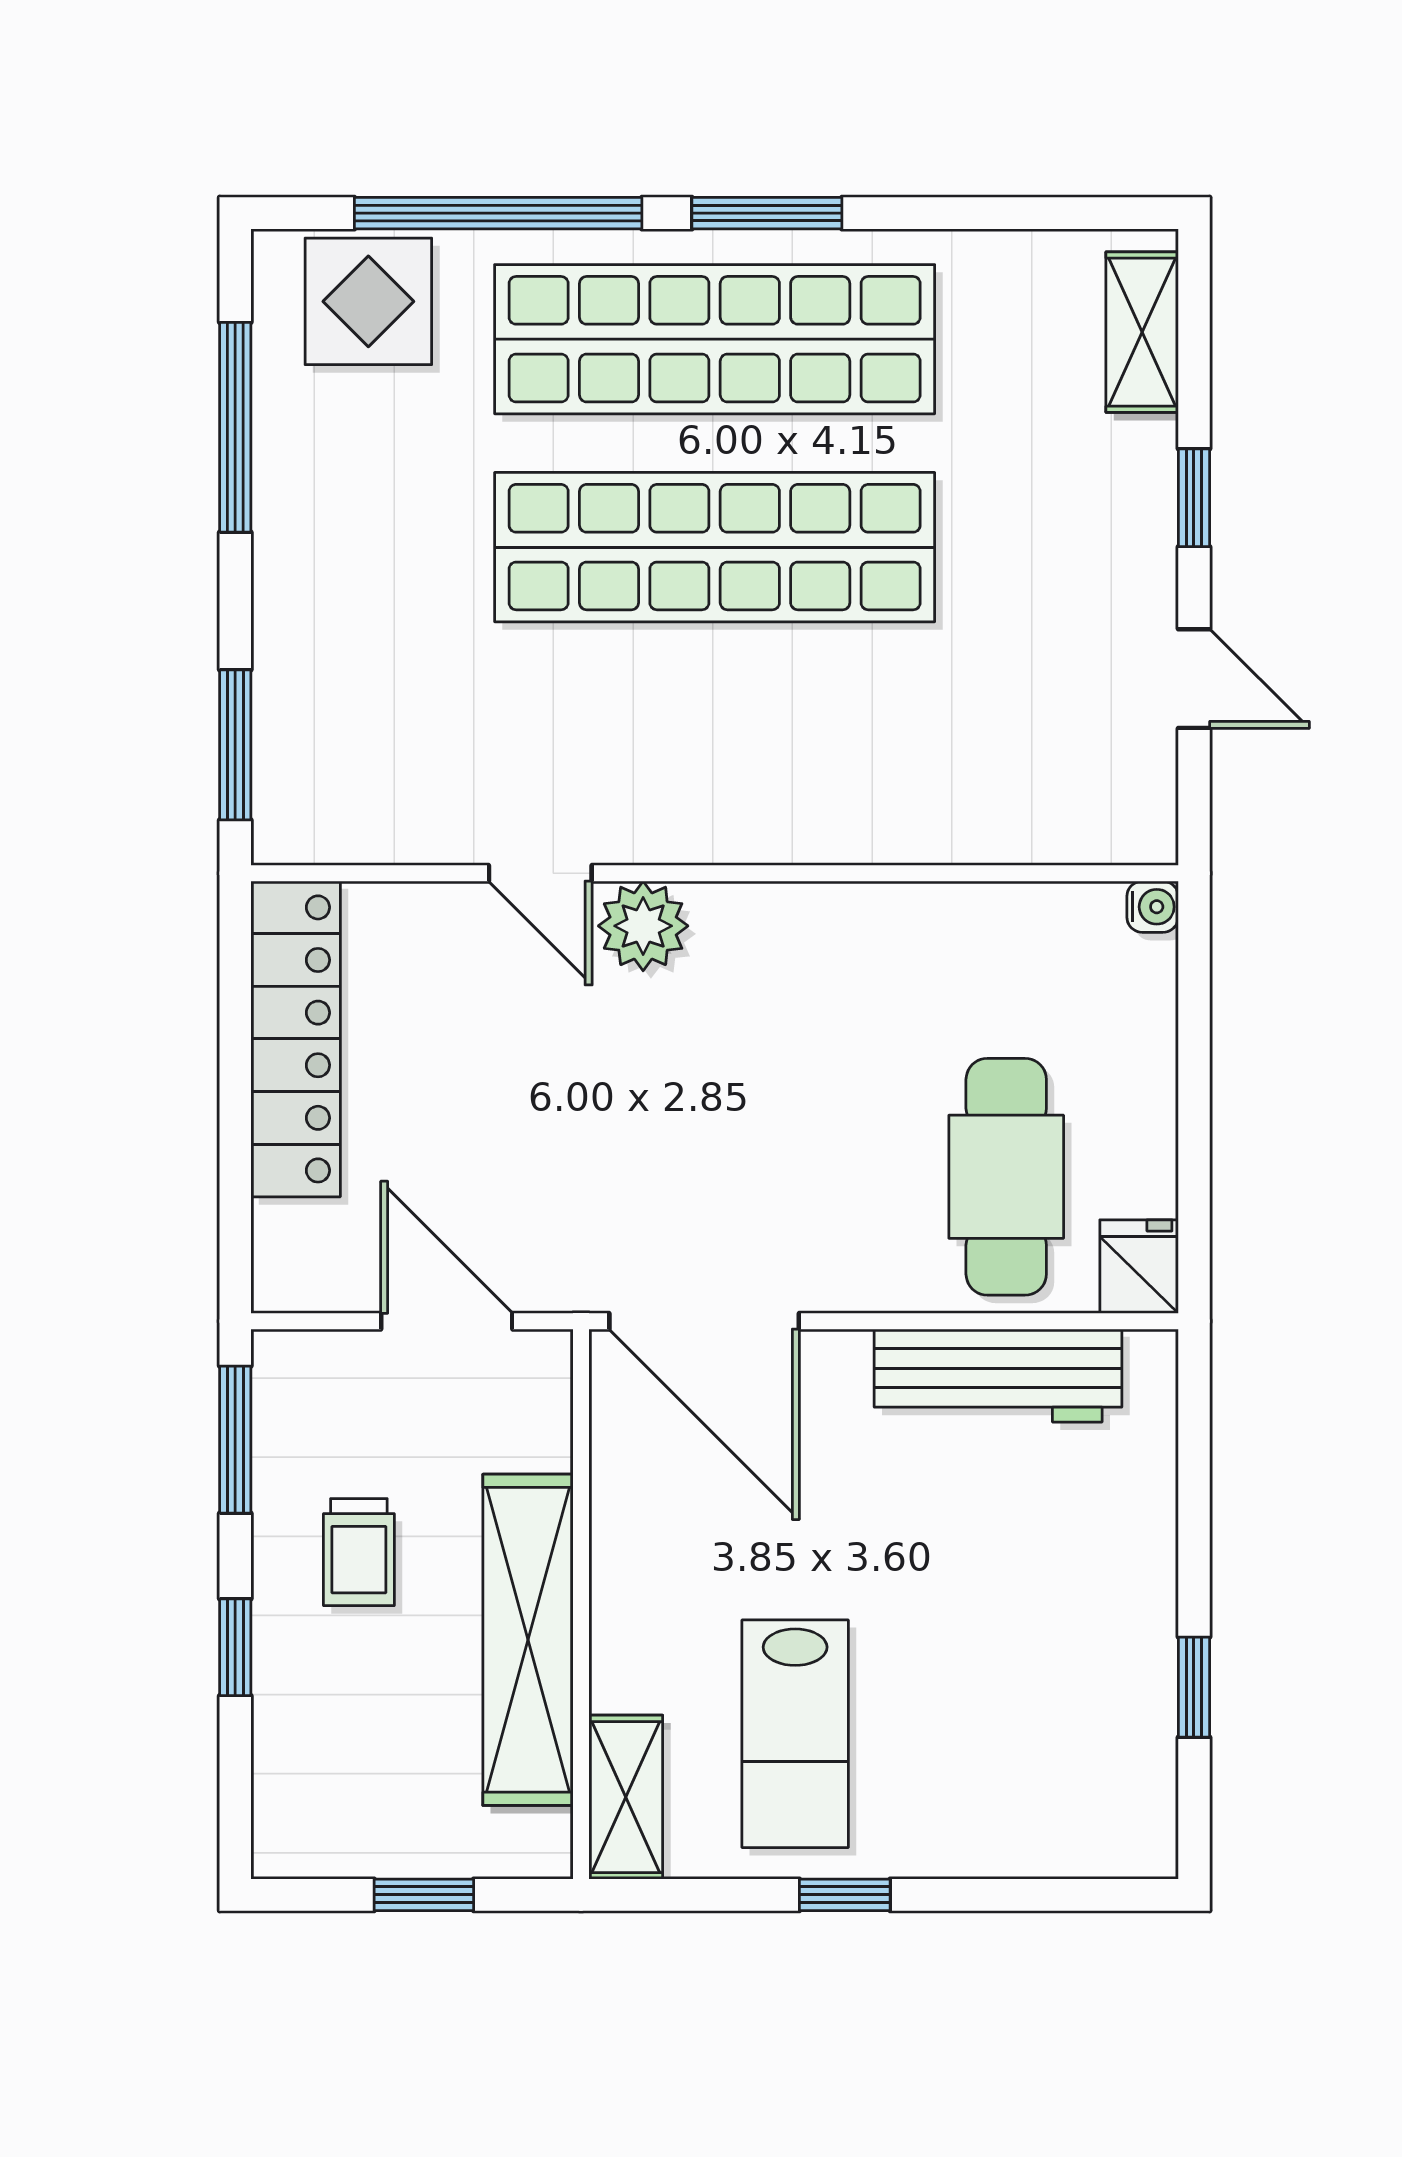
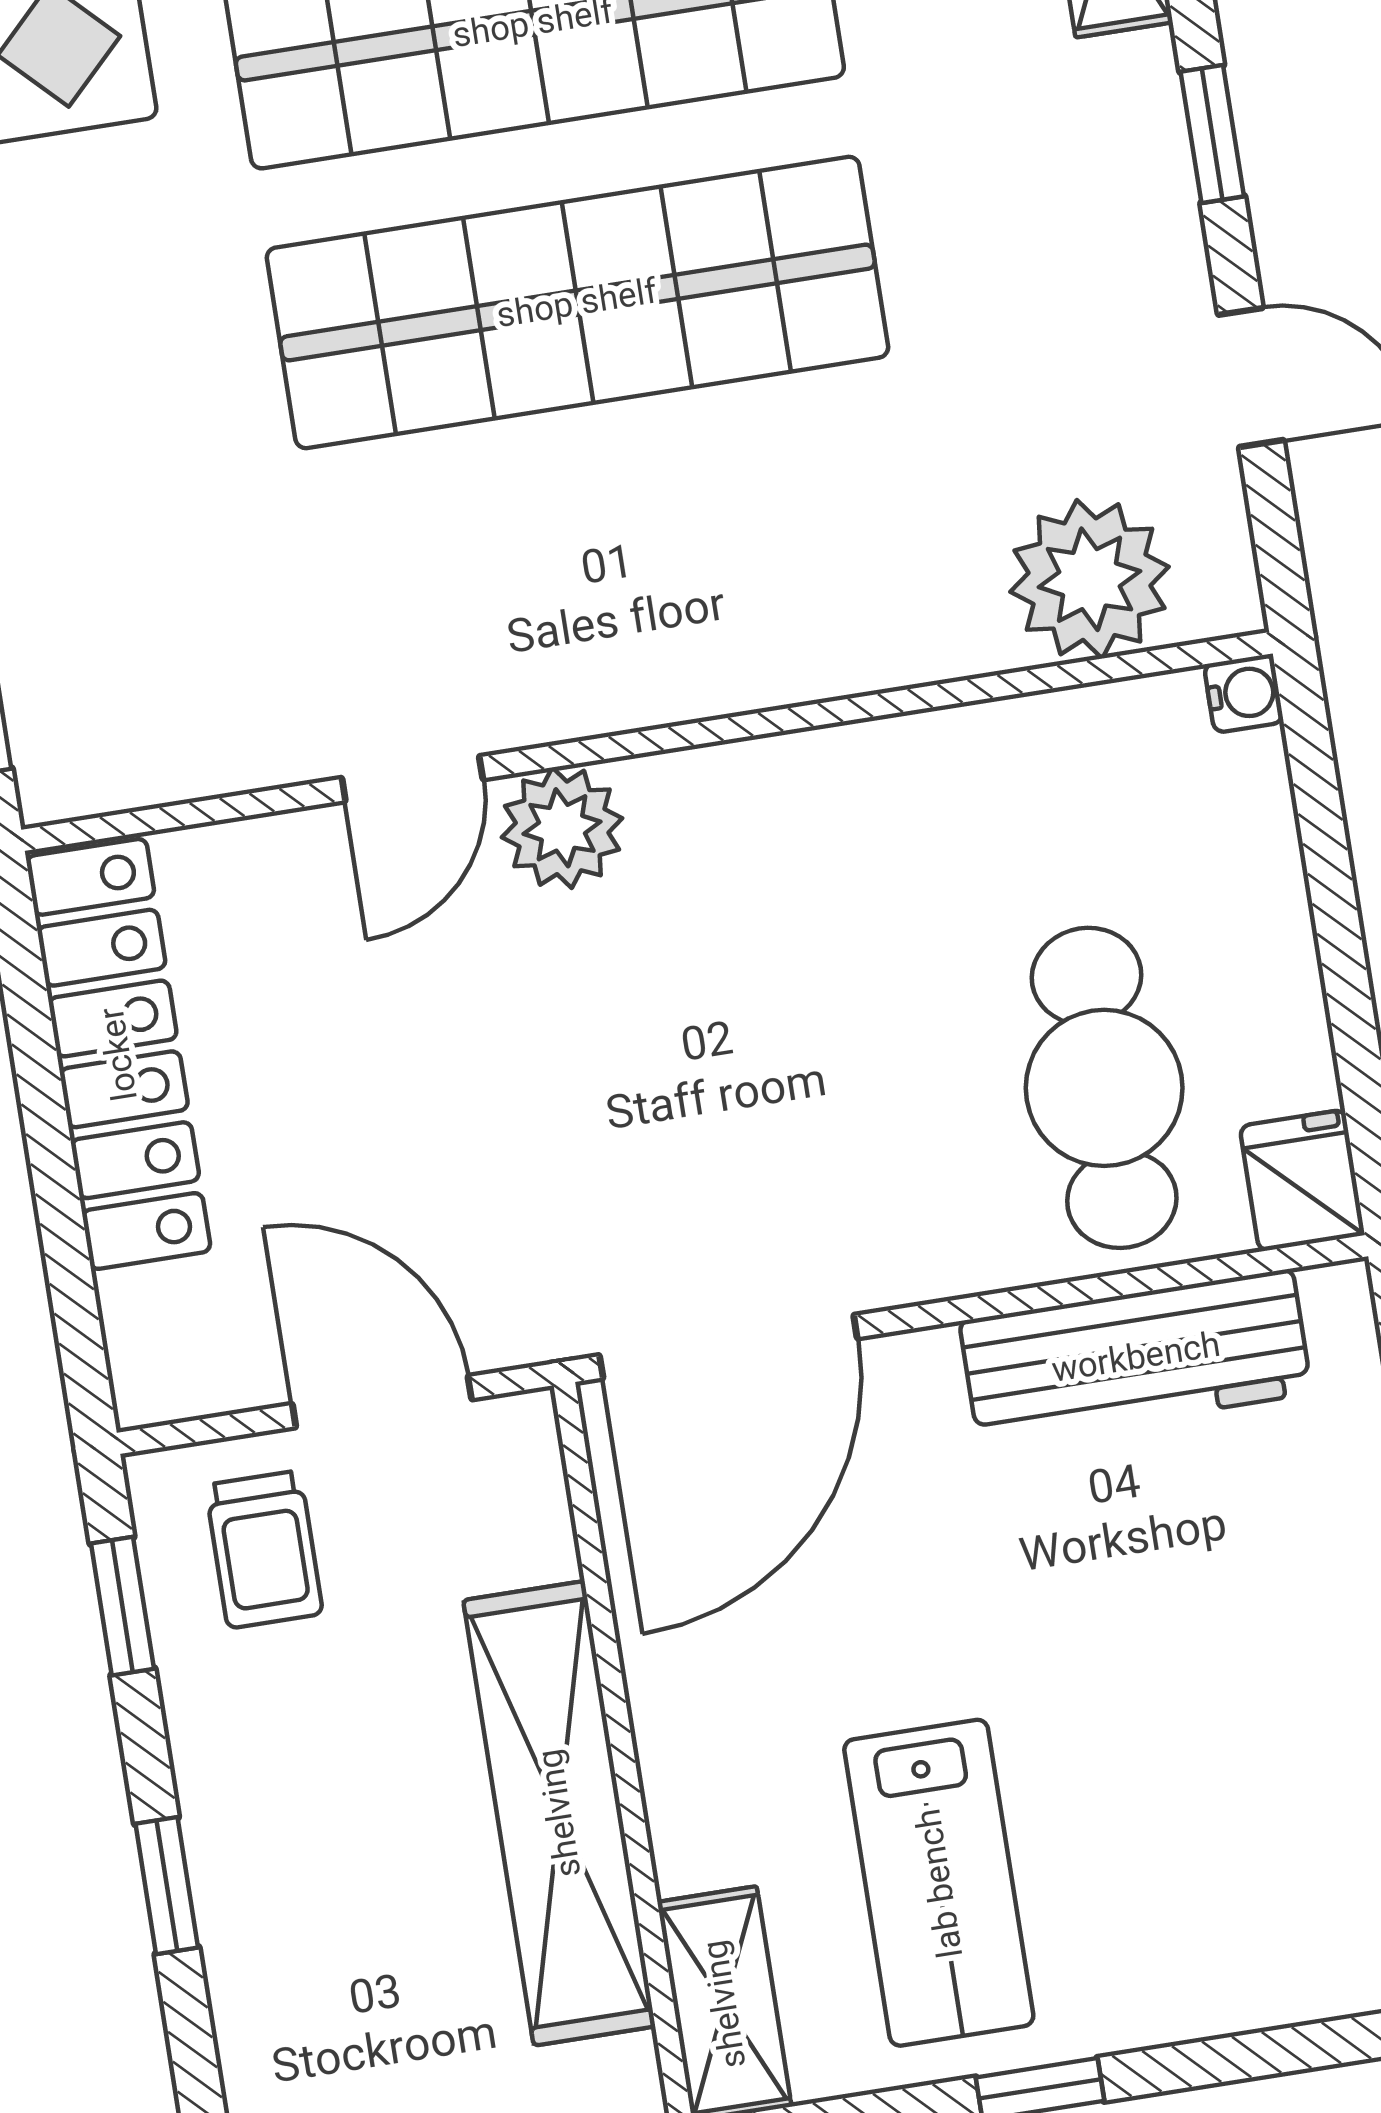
plant: (1054, 806) -> (1090, 579), added
door: (540, 873) -> (412, 779), hinge flipped
door: (704, 1321) -> (728, 1347), hinge flipped
window: (235, 1440) -> (122, 1606), width x0.67
trolley: (359, 1552) -> (264, 1549), moved

